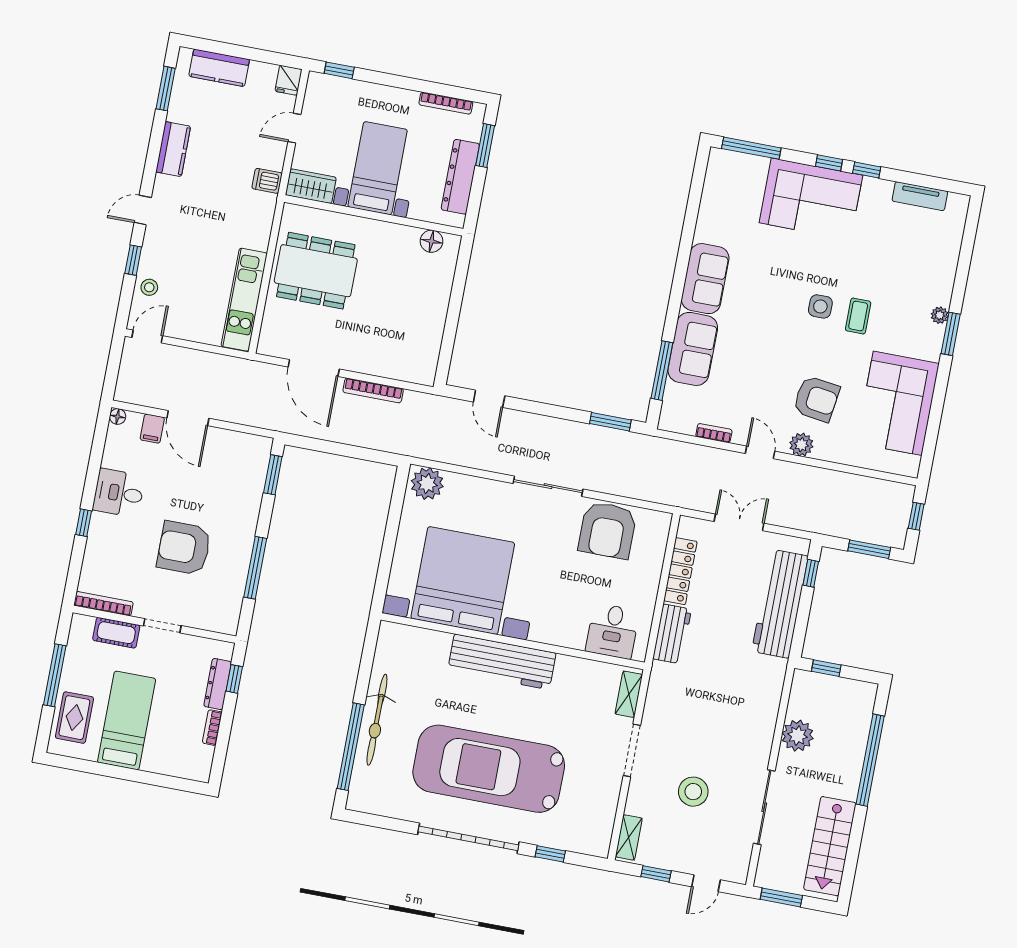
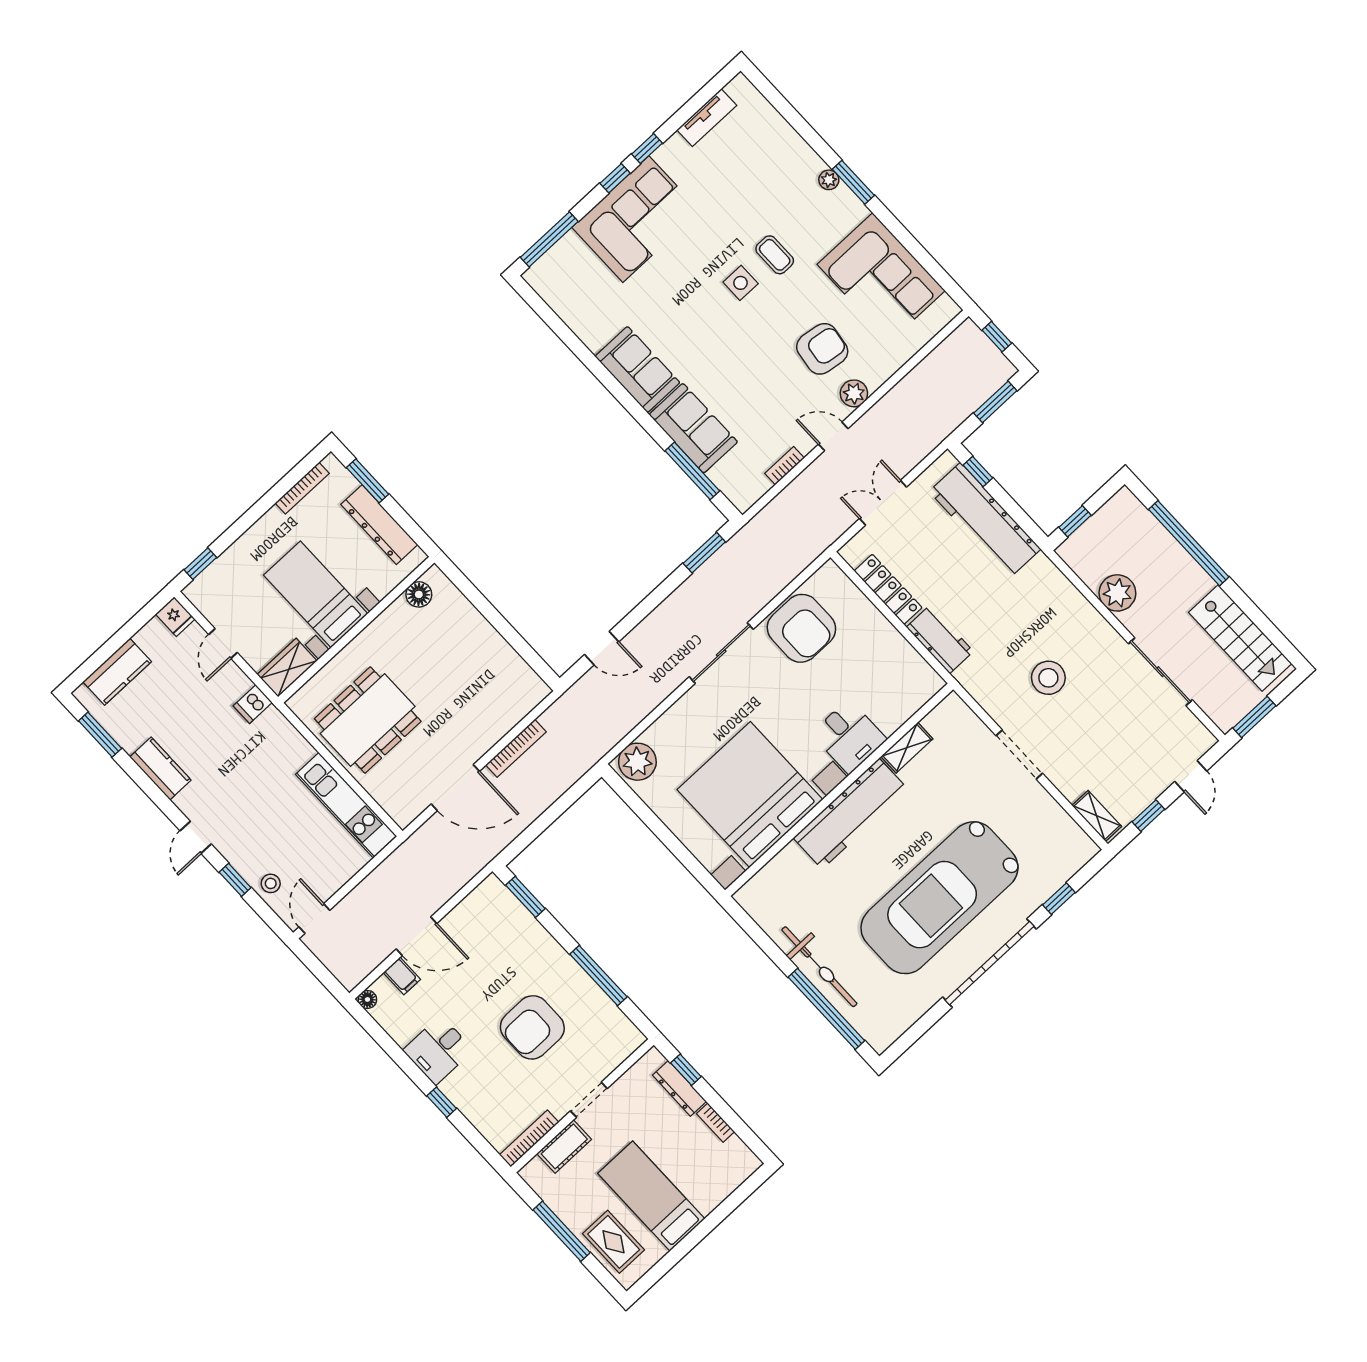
desk: (612, 631) -> (849, 736), moved
shelving: (629, 694) -> (907, 748), moved, turned 90
stool: (693, 792) -> (1048, 678), moved

